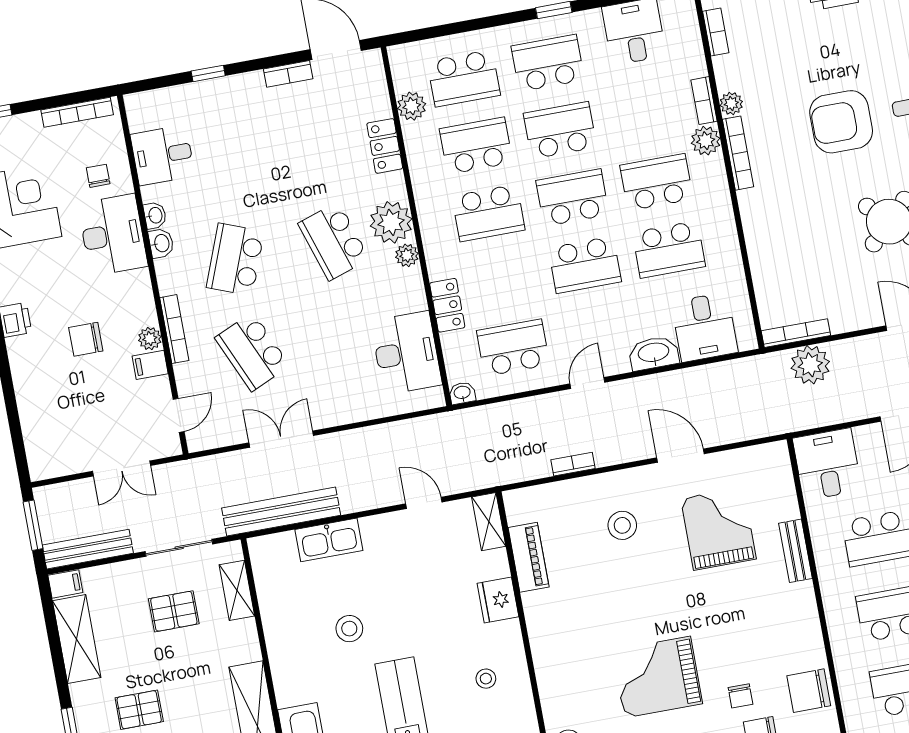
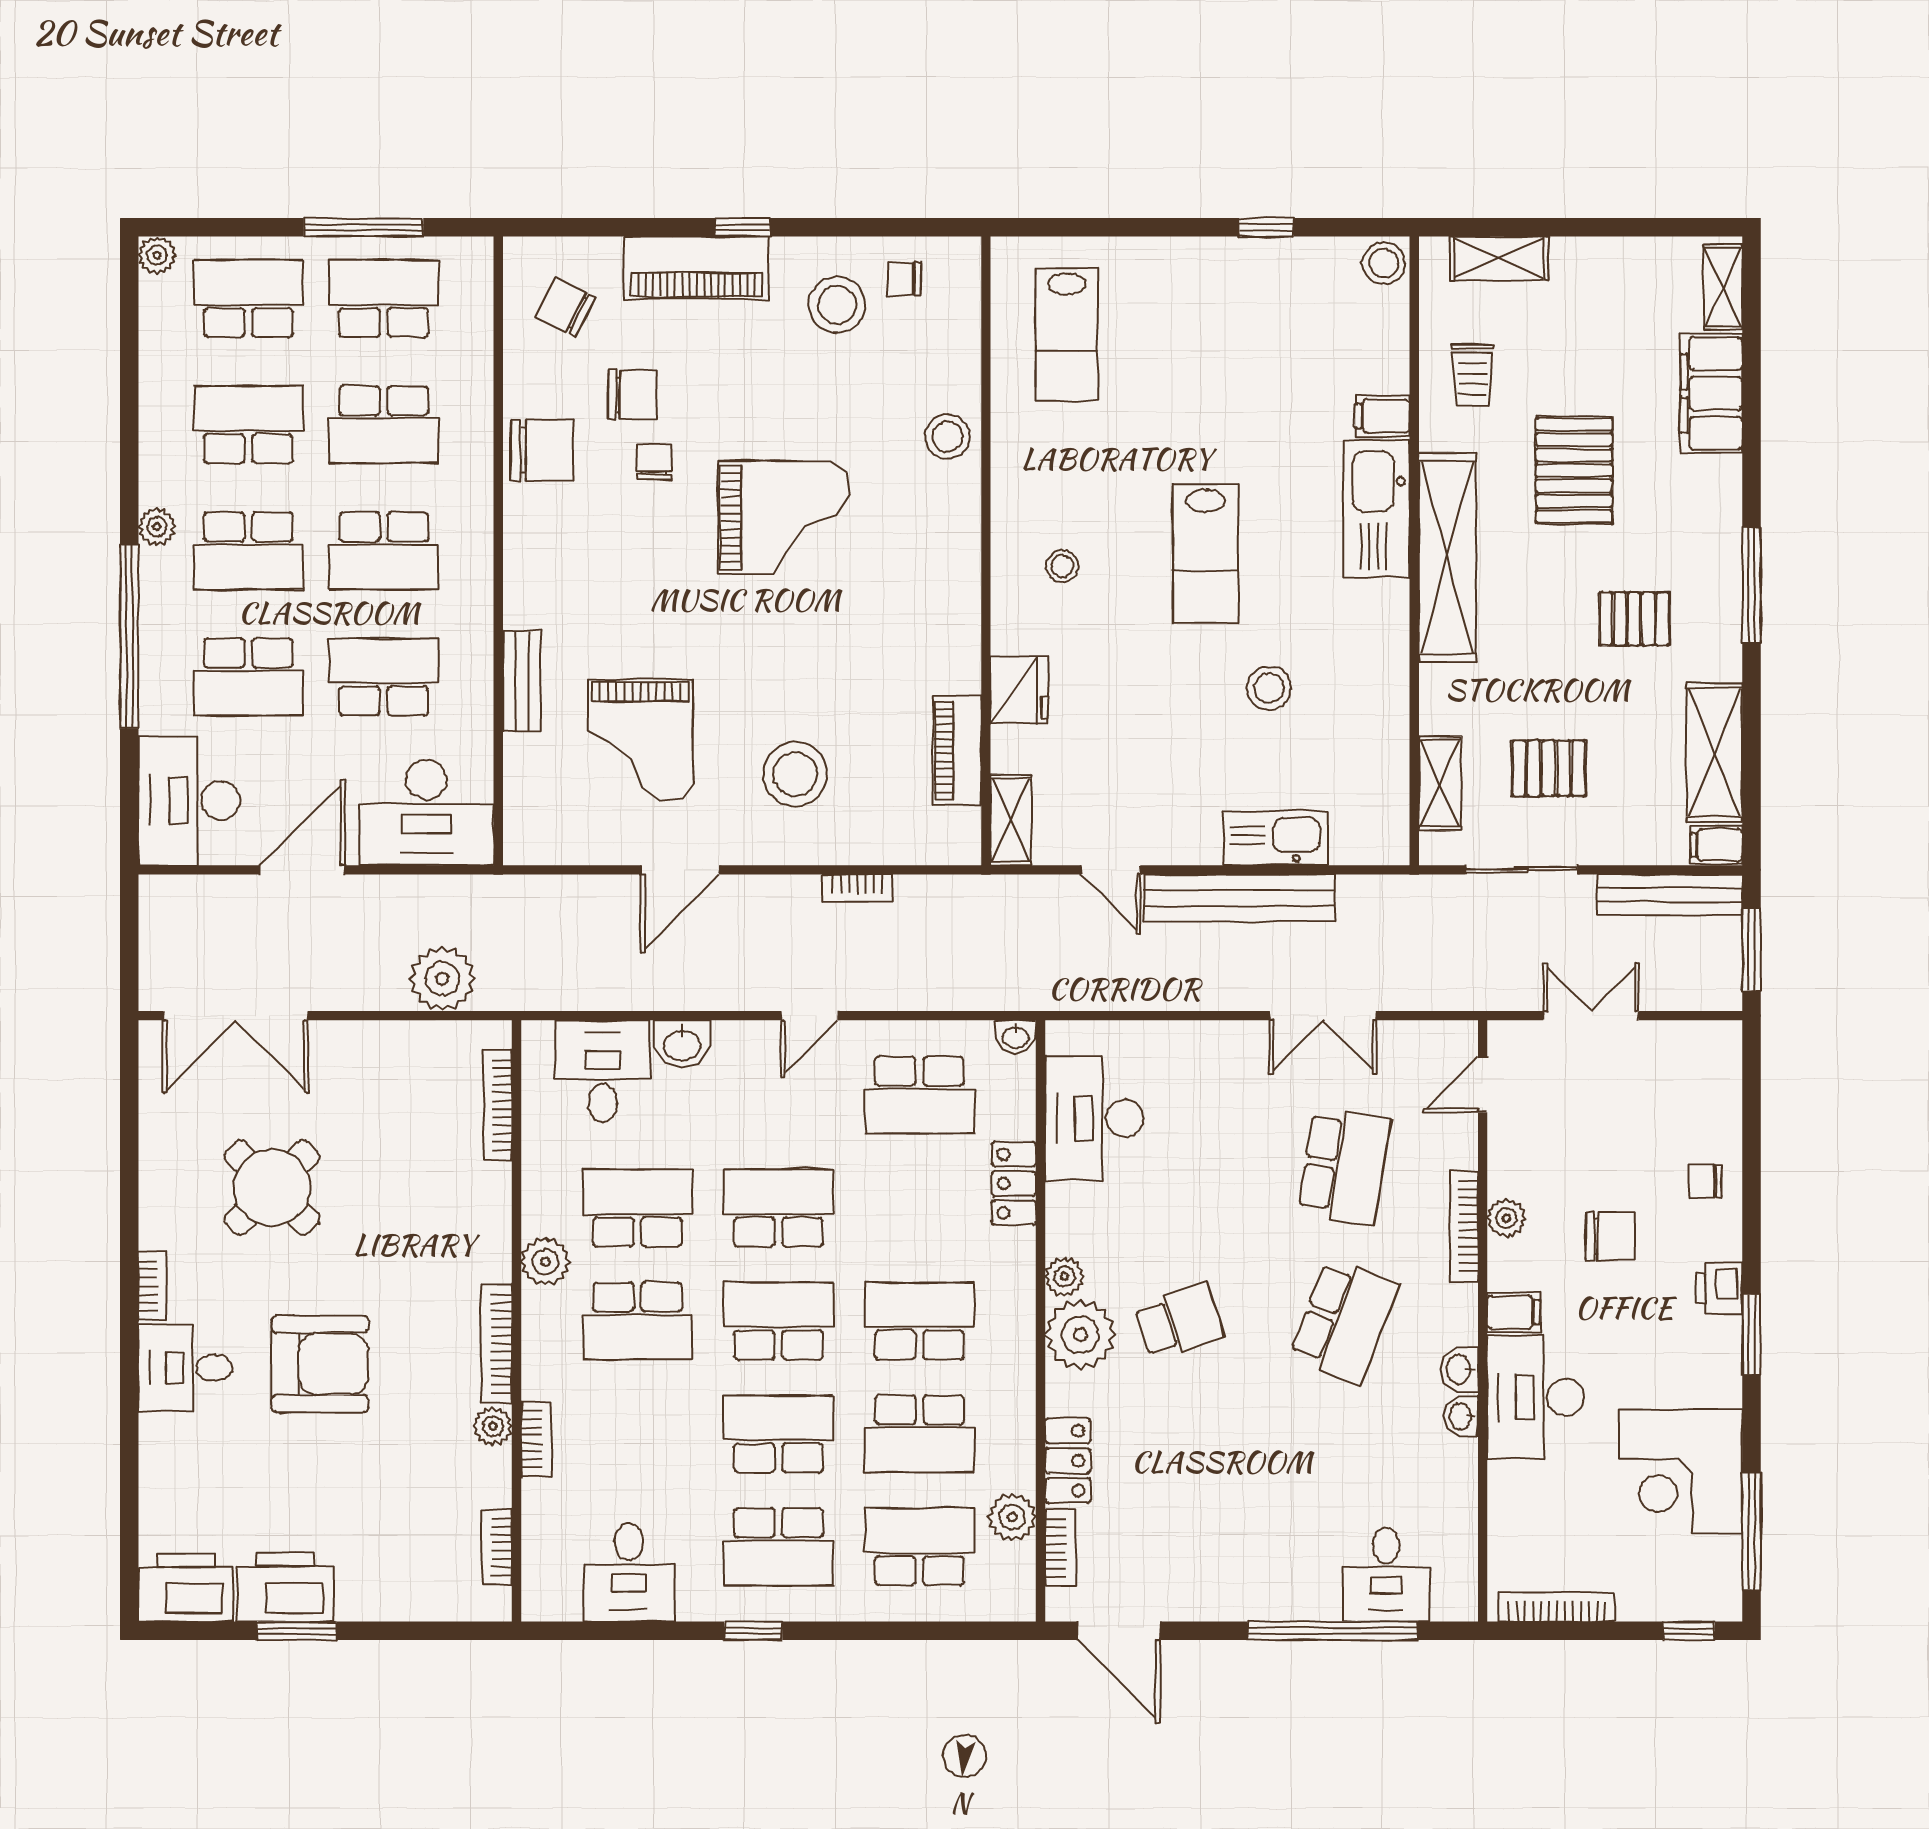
window: (208, 73) -> (1333, 1631), width x3.17
bookcase: (288, 74) -> (1061, 1548), moved, turned 90
school desk: (560, 130) -> (779, 1434), turned 180
plant: (706, 141) -> (545, 1262), moved
desk: (163, 155) -> (1386, 1575), moved, turned 90
chair: (98, 176) -> (1705, 1181), moved, turned 90
school desk: (572, 198) -> (779, 1321), turned 180
school desk: (334, 241) -> (1179, 1321), width x0.54
bookcase: (796, 333) -> (498, 1105), moved, turned 90
school desk: (252, 352) -> (1344, 1166), turned 33
washbasin: (654, 353) -> (682, 1044), width x0.72
filing cabinet: (150, 365) -> (1514, 1312), moved
door: (681, 456) -> (680, 870), hinge flipped
desk: (827, 464) -> (426, 812), width x1.37
bench: (281, 512) -> (1239, 898), moved
stool: (622, 525) -> (795, 774), width x1.38, depth x1.38

